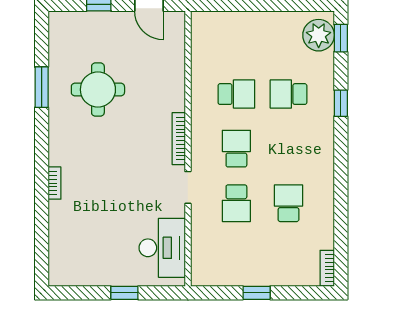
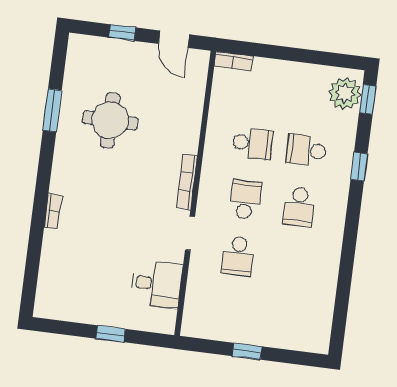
school desk: (288, 203) -> (299, 207), moved, turned 180
desk: (162, 248) -> (157, 284), width x0.73
bookcase: (327, 268) -> (234, 61), moved, turned -90

